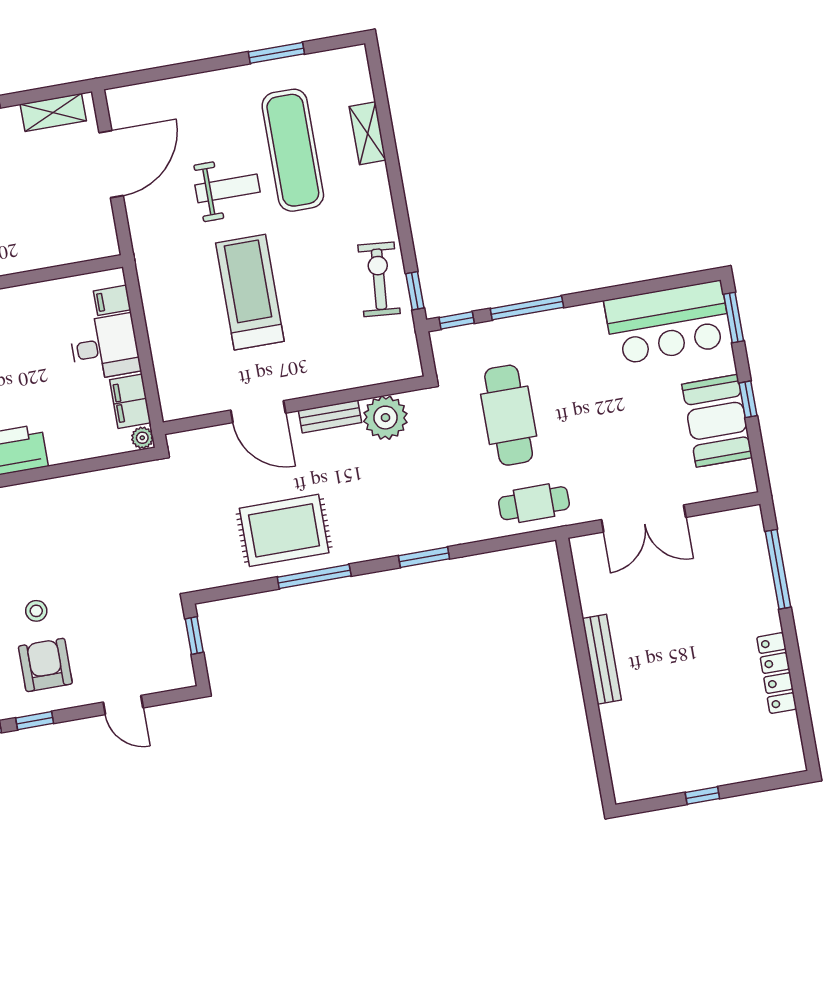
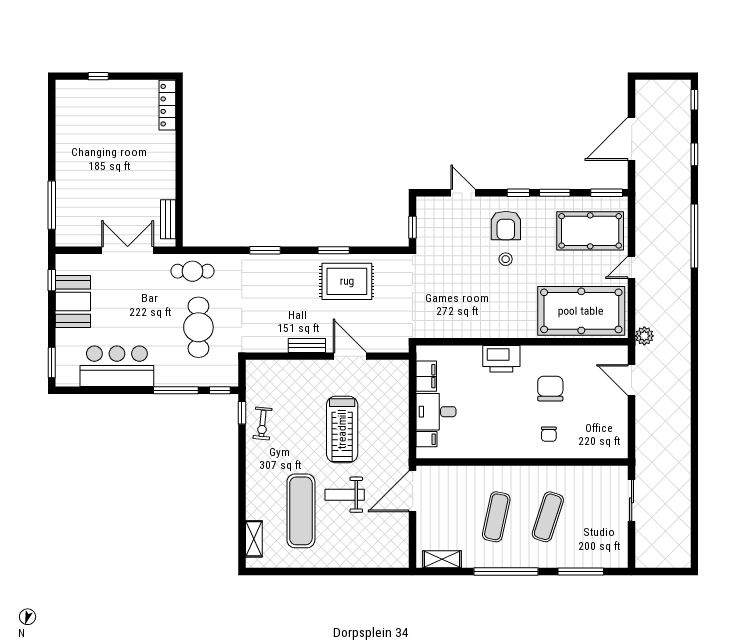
window: (276, 53) -> (300, 572), removed
shelving: (368, 133) -> (254, 539), moved
door: (111, 164) -> (413, 491), moved
exercise bike: (379, 279) -> (262, 423), width x0.73, depth x0.72
bar counter: (668, 323) -> (117, 366), moved
window: (748, 399) -> (52, 280), moved
plant: (385, 418) -> (273, 339), removed
plant: (142, 438) -> (423, 353), removed
window: (314, 577) -> (334, 250), width x0.69
bench: (602, 659) -> (168, 219), moved, width x0.73
locker: (777, 673) -> (167, 105), moved, turned 180
window: (702, 795) -> (98, 76), moved

